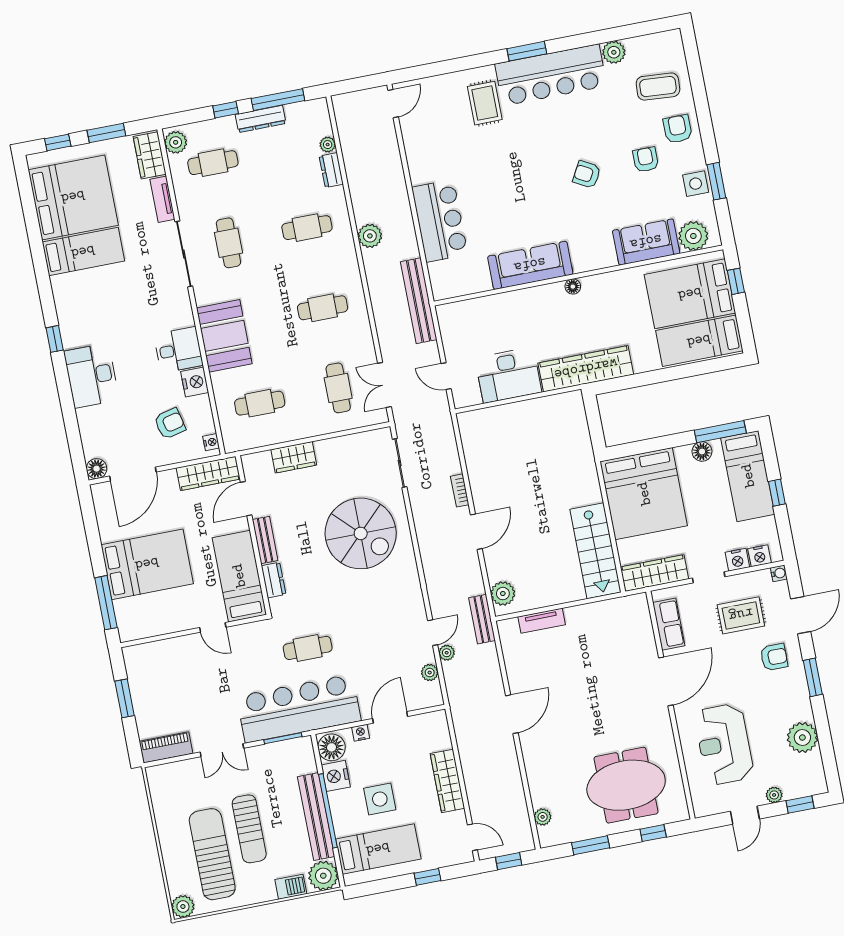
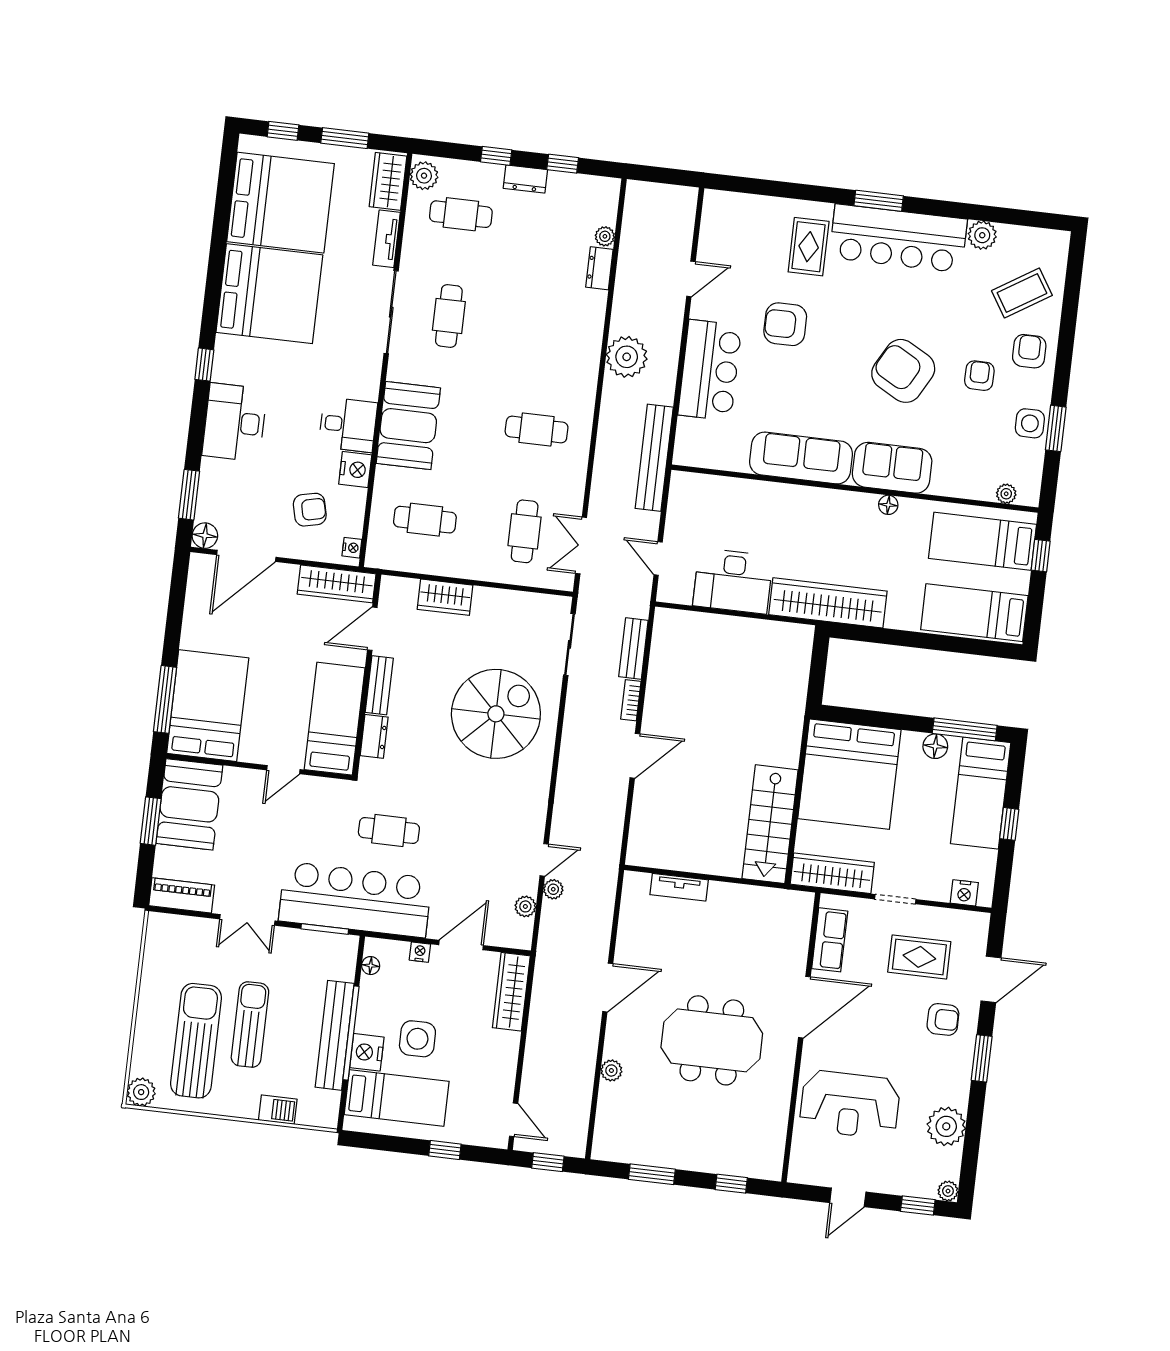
coffee table: (658, 87) -> (1022, 293), turned -36
window: (278, 100) -> (563, 164), width x0.46
door: (393, 104) -> (691, 279), moved
dresser: (261, 119) -> (525, 179), width x0.70
armchair: (486, 168) -> (785, 324), added
armchair: (587, 174) -> (903, 371), width x1.88, depth x1.88
cafe table: (307, 228) -> (548, 328), removed
plant: (370, 236) -> (627, 357), width x1.36, depth x1.36
plant: (693, 236) -> (1006, 494), width x0.53, depth x0.53
sofa: (646, 242) -> (892, 468), moved
bed: (83, 252) -> (269, 294), width x2.04
floor lamp: (573, 287) -> (888, 505), moved
bed: (690, 294) -> (982, 541), width x0.67
window: (75, 441) -> (189, 495), added
spiral stairs: (361, 533) -> (496, 714), turned -90
nightstand: (737, 560) -> (936, 889), removed
bed: (147, 564) -> (208, 706), moved, turned -90
water cooler: (779, 573) -> (981, 921), removed
plant: (503, 594) -> (643, 840), removed
bench: (482, 619) -> (633, 649), moved
door: (213, 627) -> (283, 770), hinge flipped
booth: (150, 676) -> (189, 804), added
reception desk: (724, 744) -> (850, 1104), turned -90
floor lamp: (332, 747) -> (371, 966), width x0.53, depth x0.53
nightstand: (336, 776) -> (367, 1052), moved
wardrobe: (447, 781) -> (511, 992), moved
meeting table: (626, 785) -> (712, 1040), moved
plant: (774, 795) -> (948, 1191), moved
plant: (543, 817) -> (611, 1070), moved
sun lounger: (249, 829) -> (250, 1025), turned 180
plant: (323, 876) -> (321, 1109), removed

